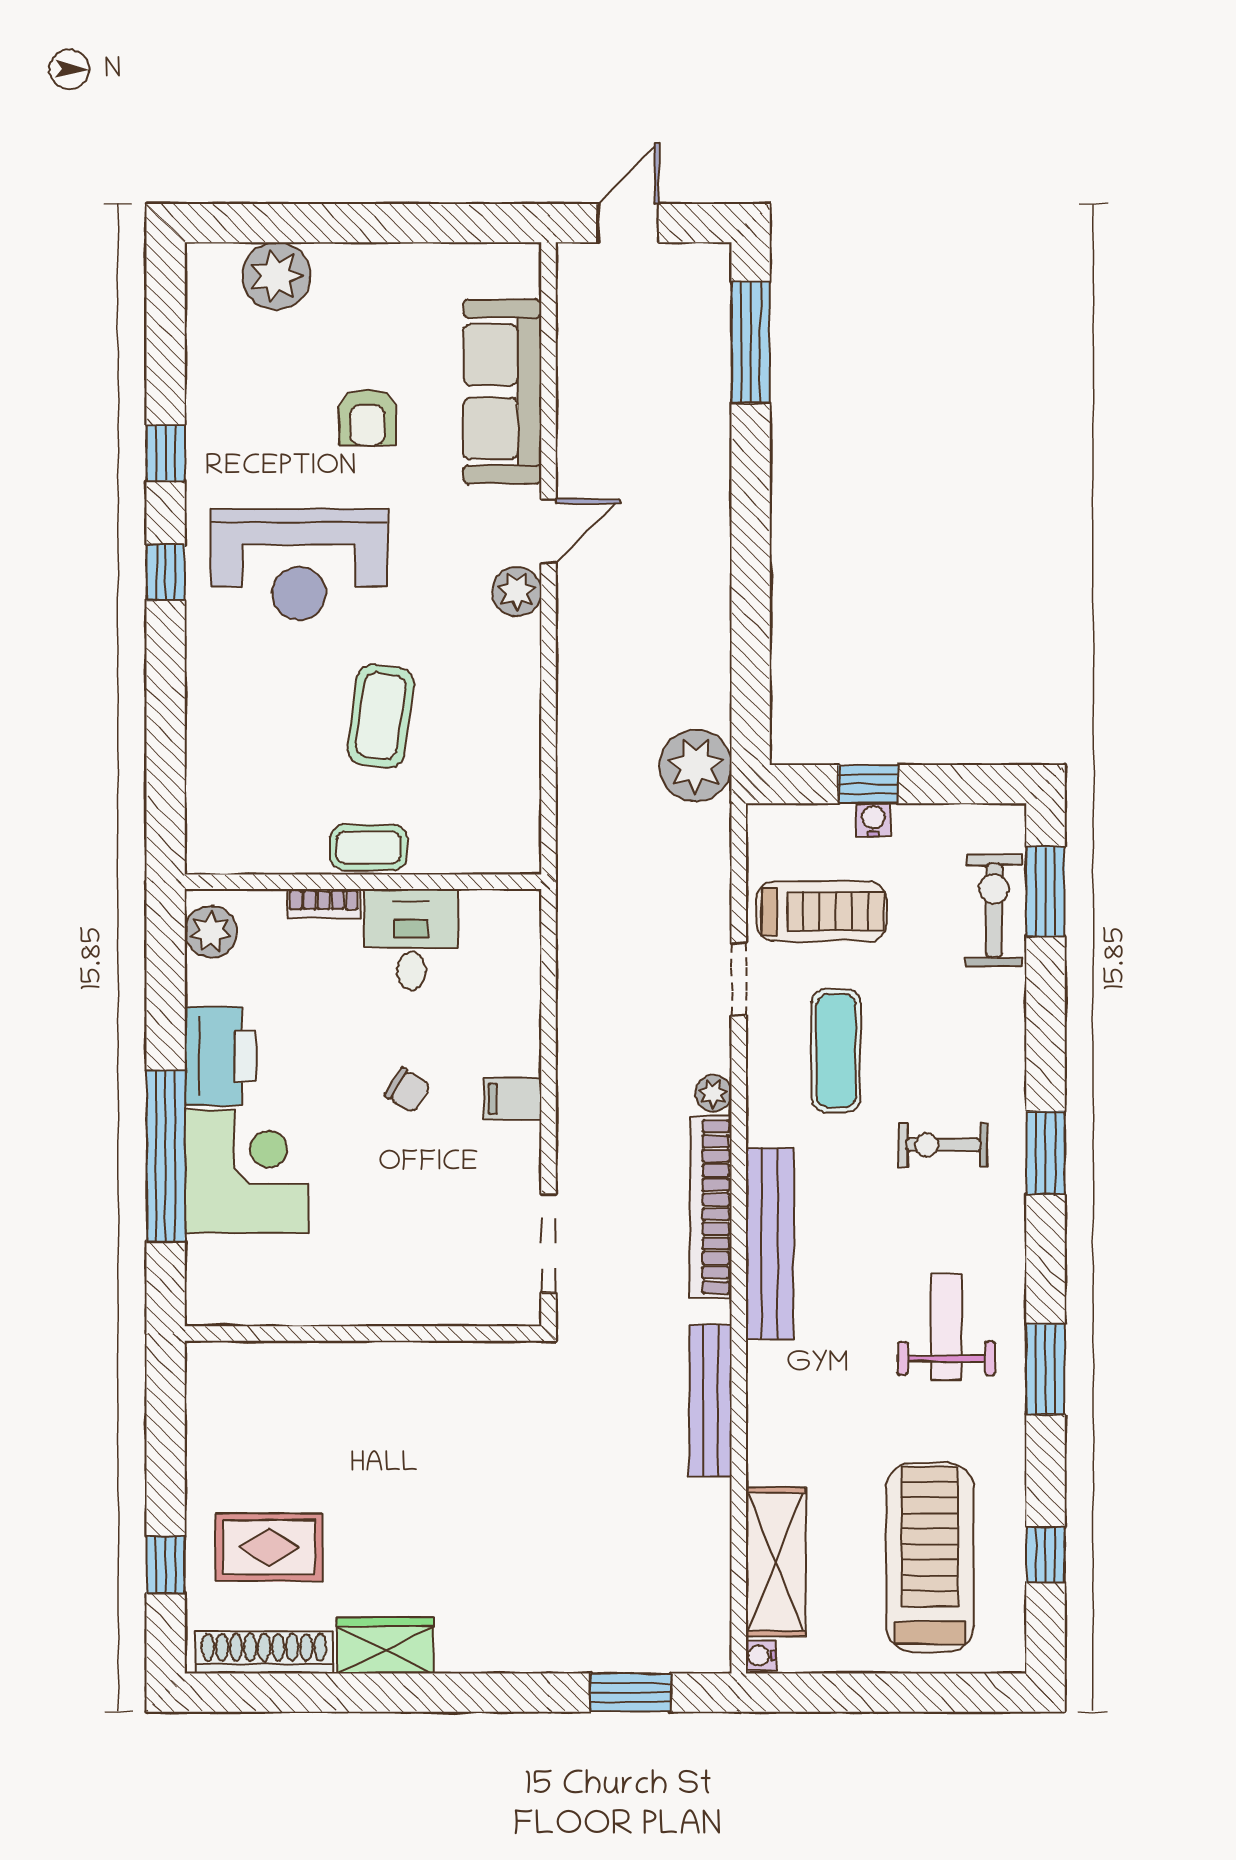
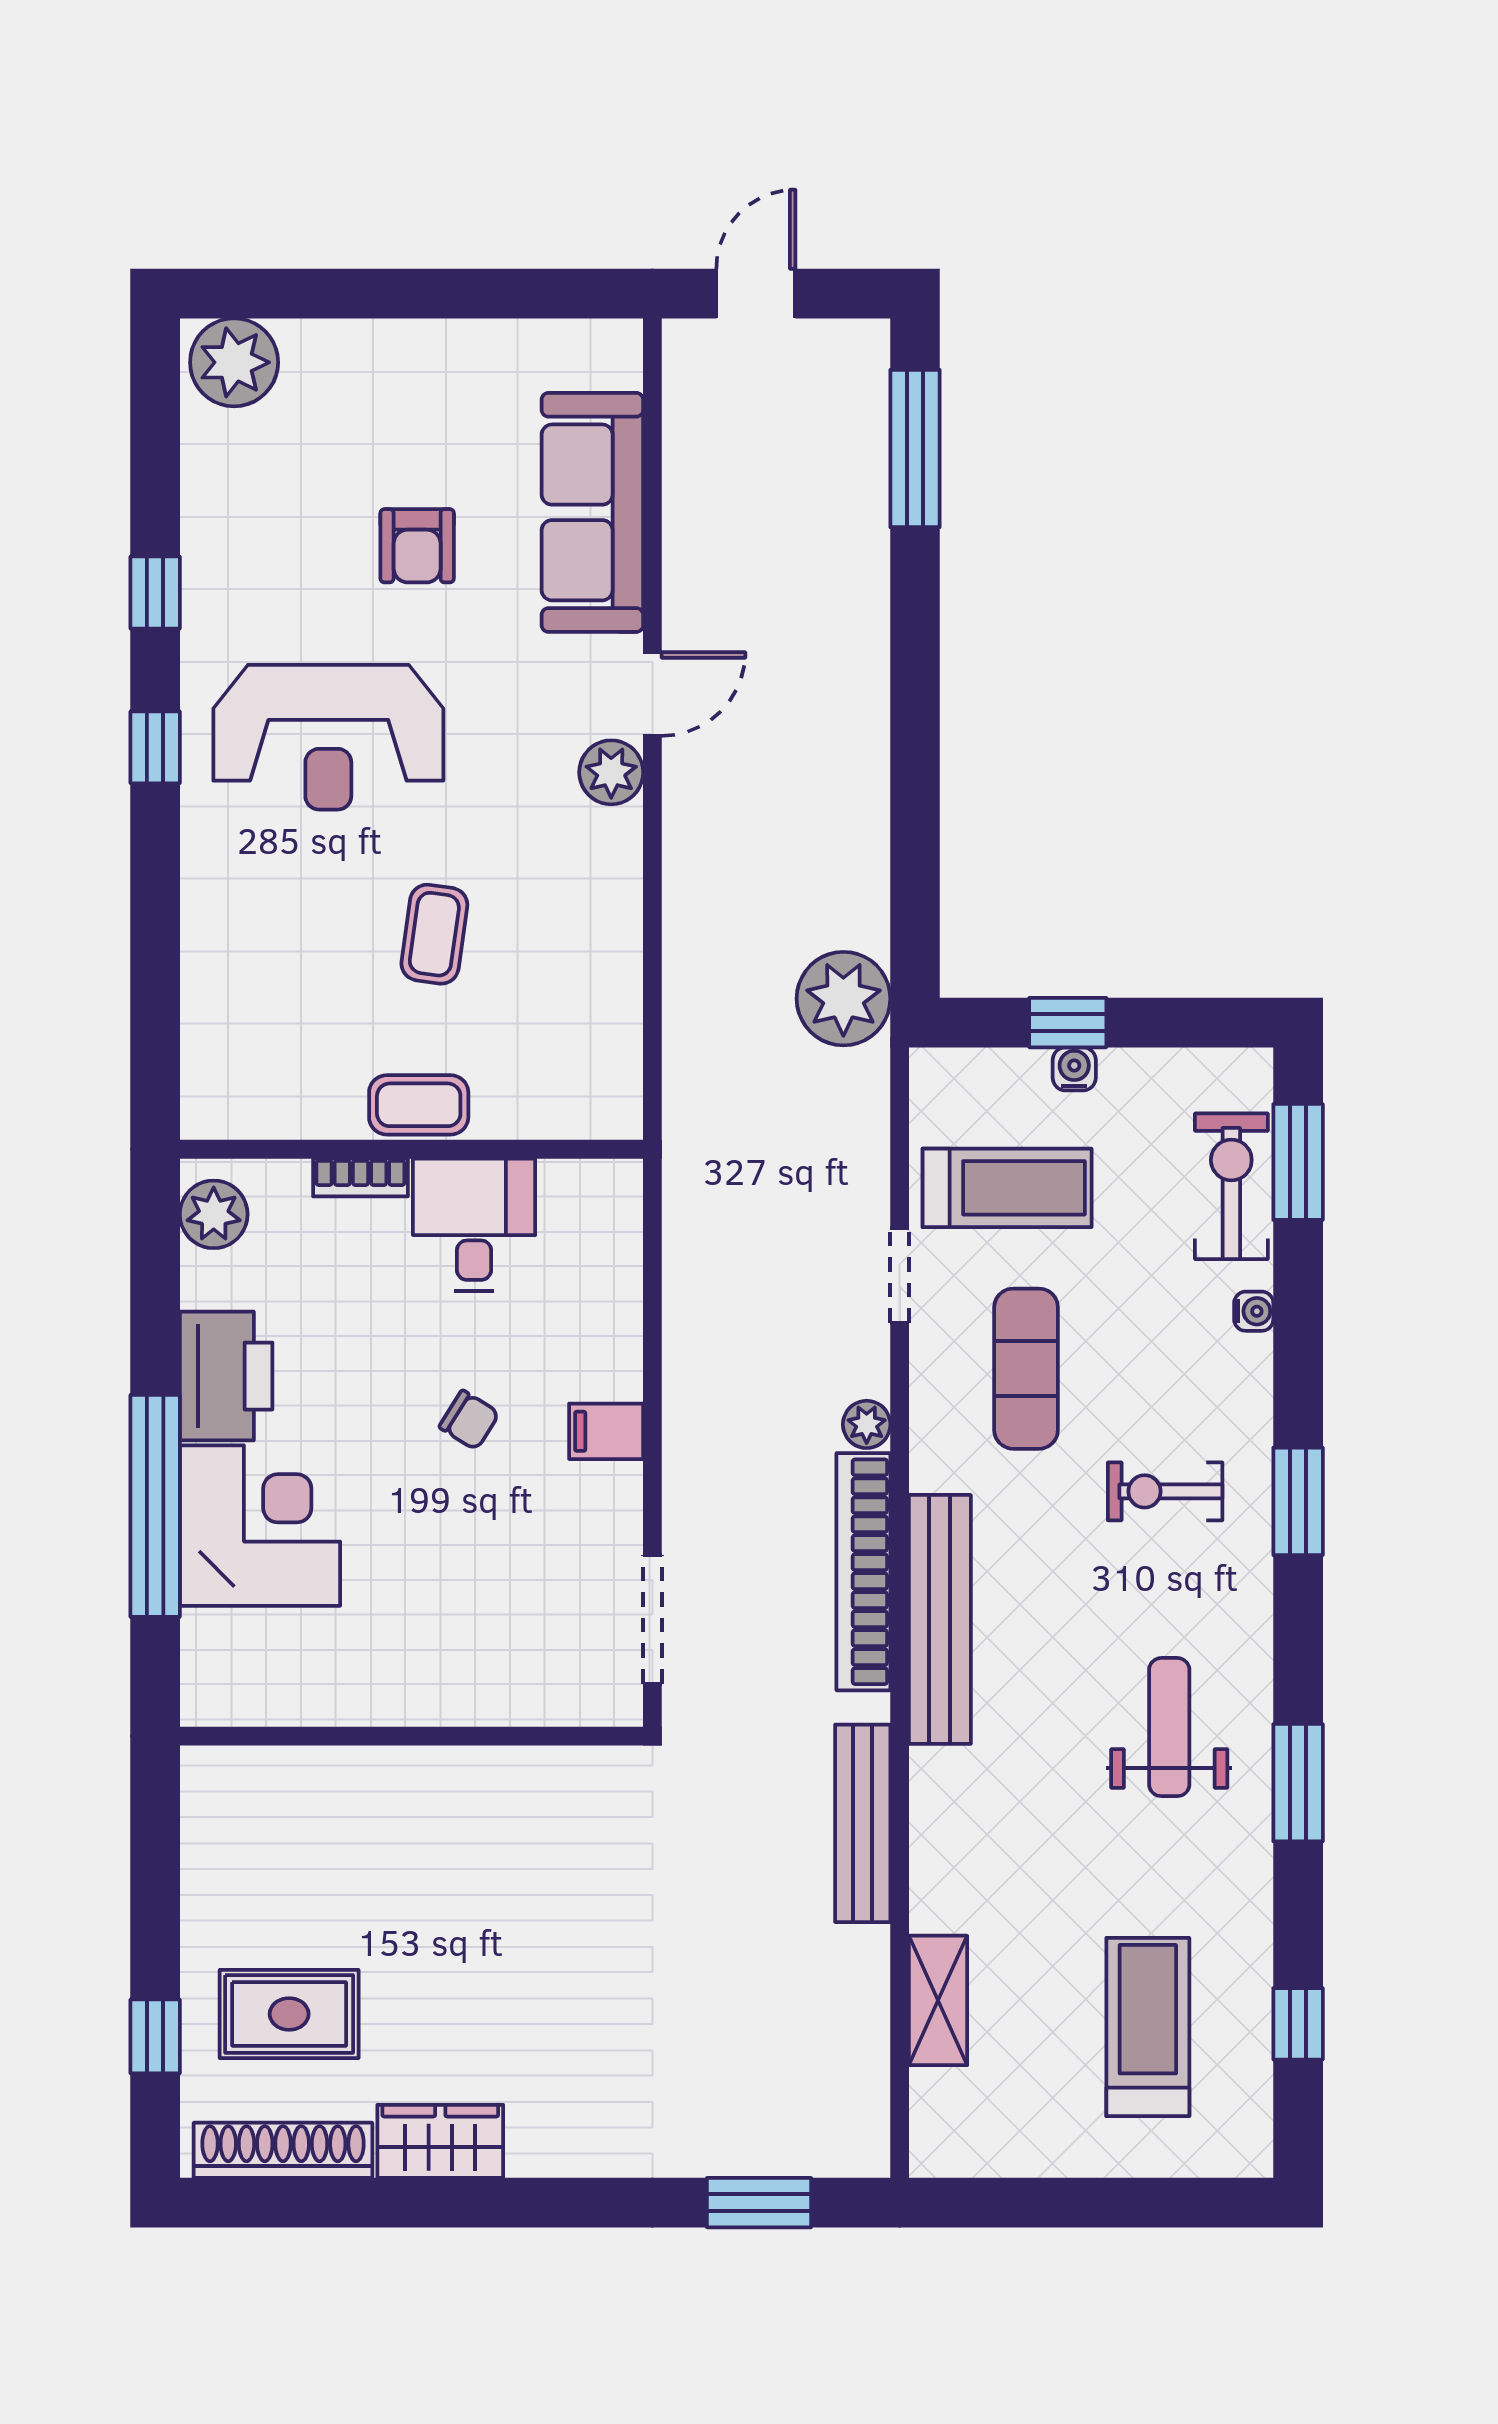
plant: (276, 276) -> (234, 362), moved
coffee table: (381, 716) -> (434, 934), width x0.73, depth x0.77
treadmill: (930, 1557) -> (1148, 2027), width x0.73, depth x0.73
shelving: (776, 1562) -> (938, 2000), width x0.67, depth x0.75
water cooler: (761, 1656) -> (1254, 1311), moved, turned 180

